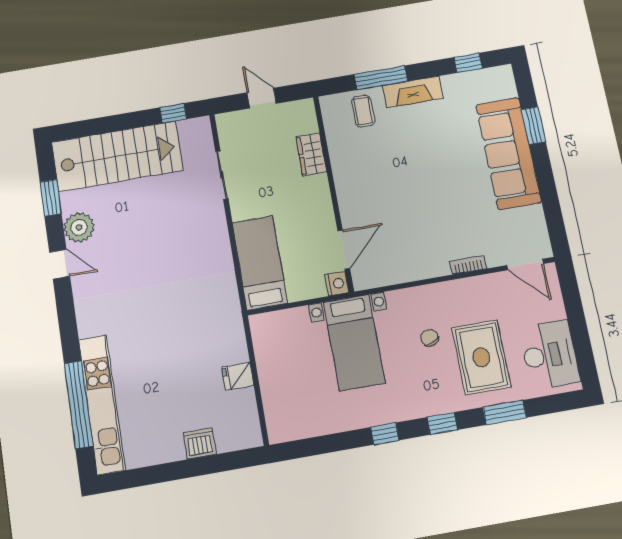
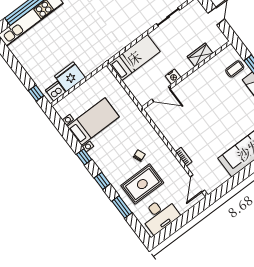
nightstand: (337, 283) -> (173, 77), moved
bed with nightstands: (354, 342) -> (93, 122), moved, turned 180
fridge: (238, 376) -> (70, 77), width x1.88, depth x1.34
dishwasher: (200, 443) -> (56, 91), moved, turned -90
window: (232, 461) -> (36, 93), added

